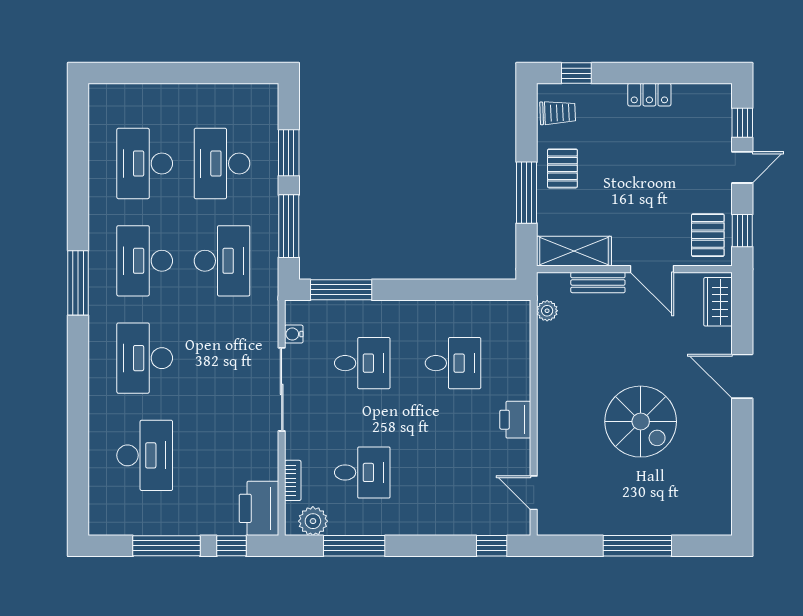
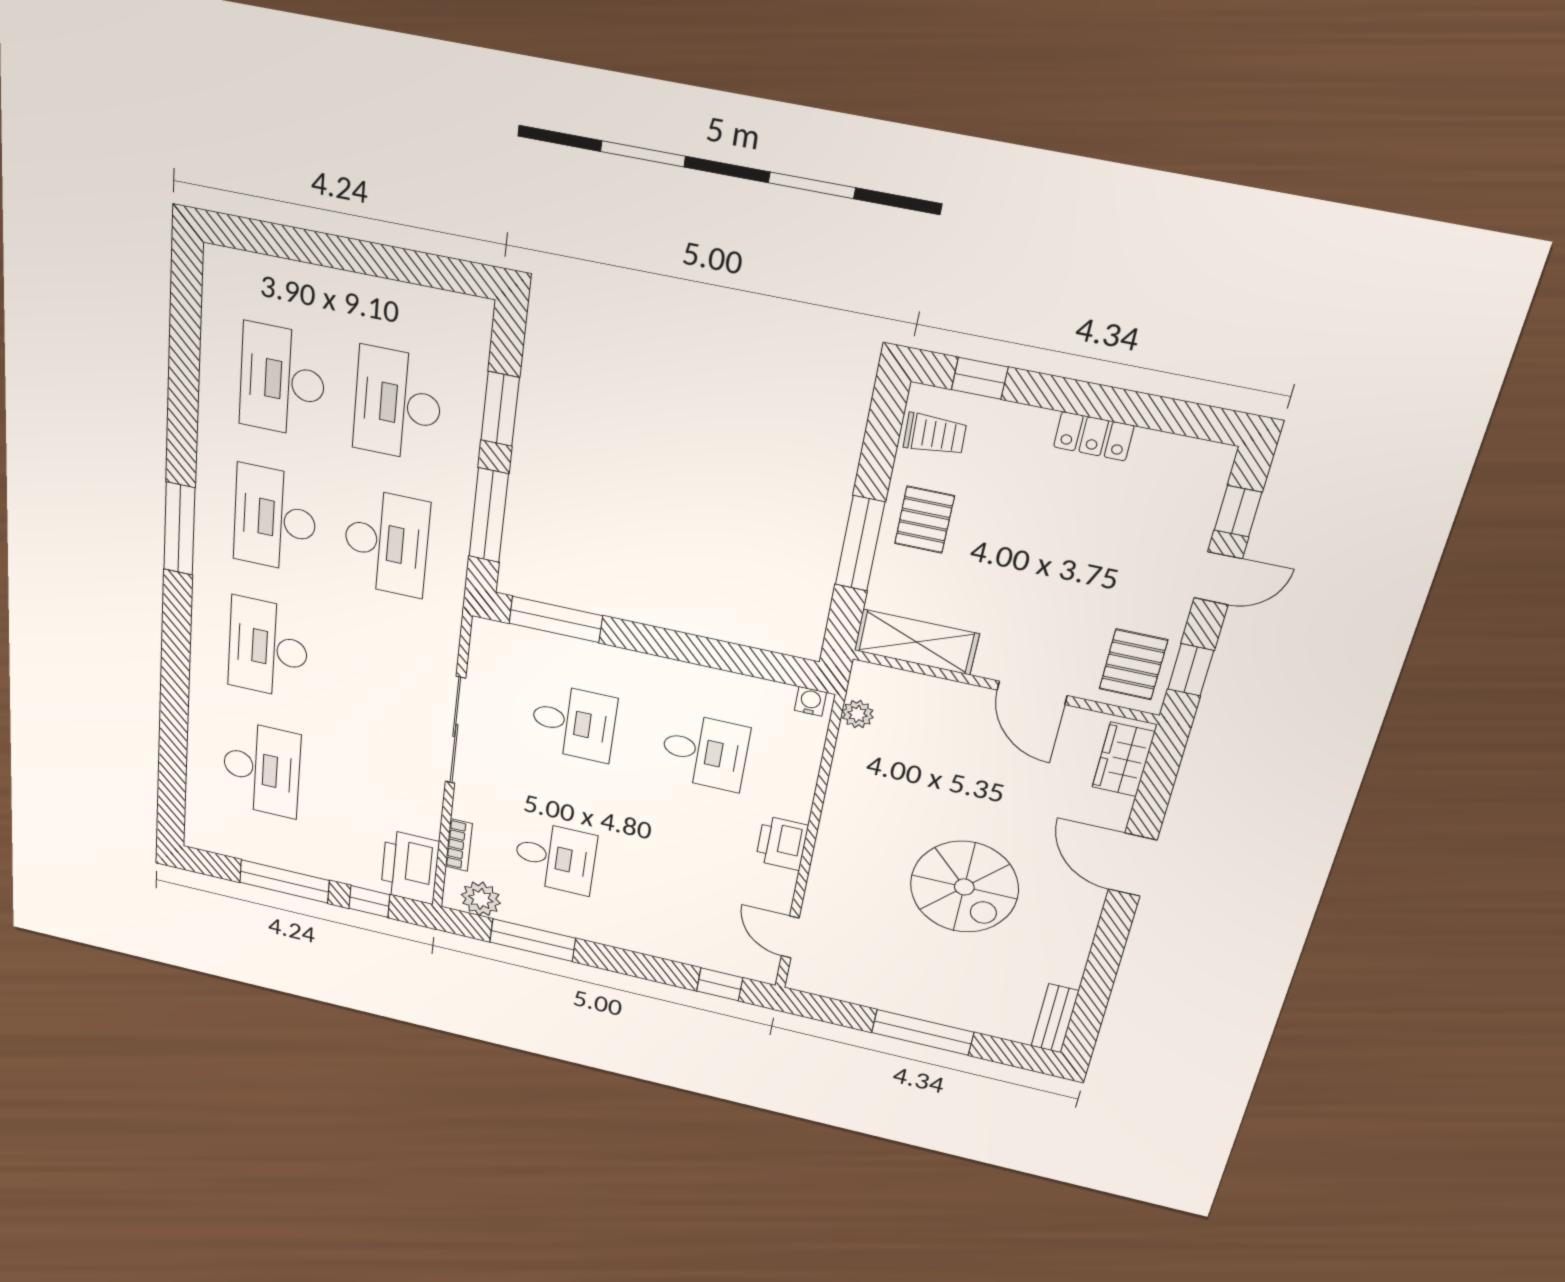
bench: (598, 282) -> (1055, 1018), moved, turned 90
water cooler: (294, 334) -> (810, 701), moved, turned 90

